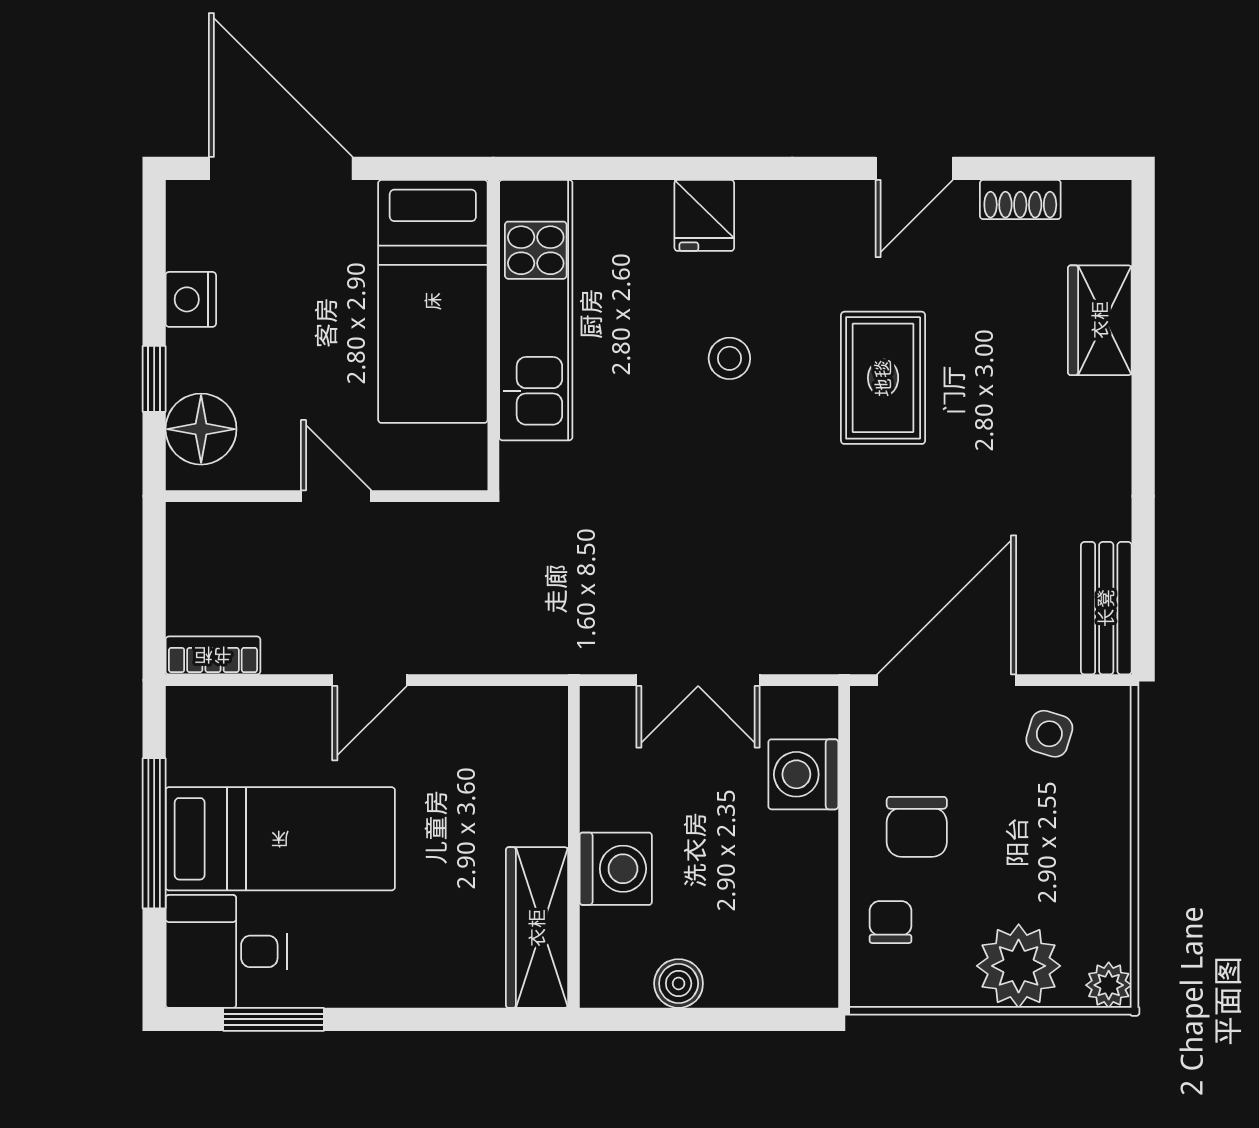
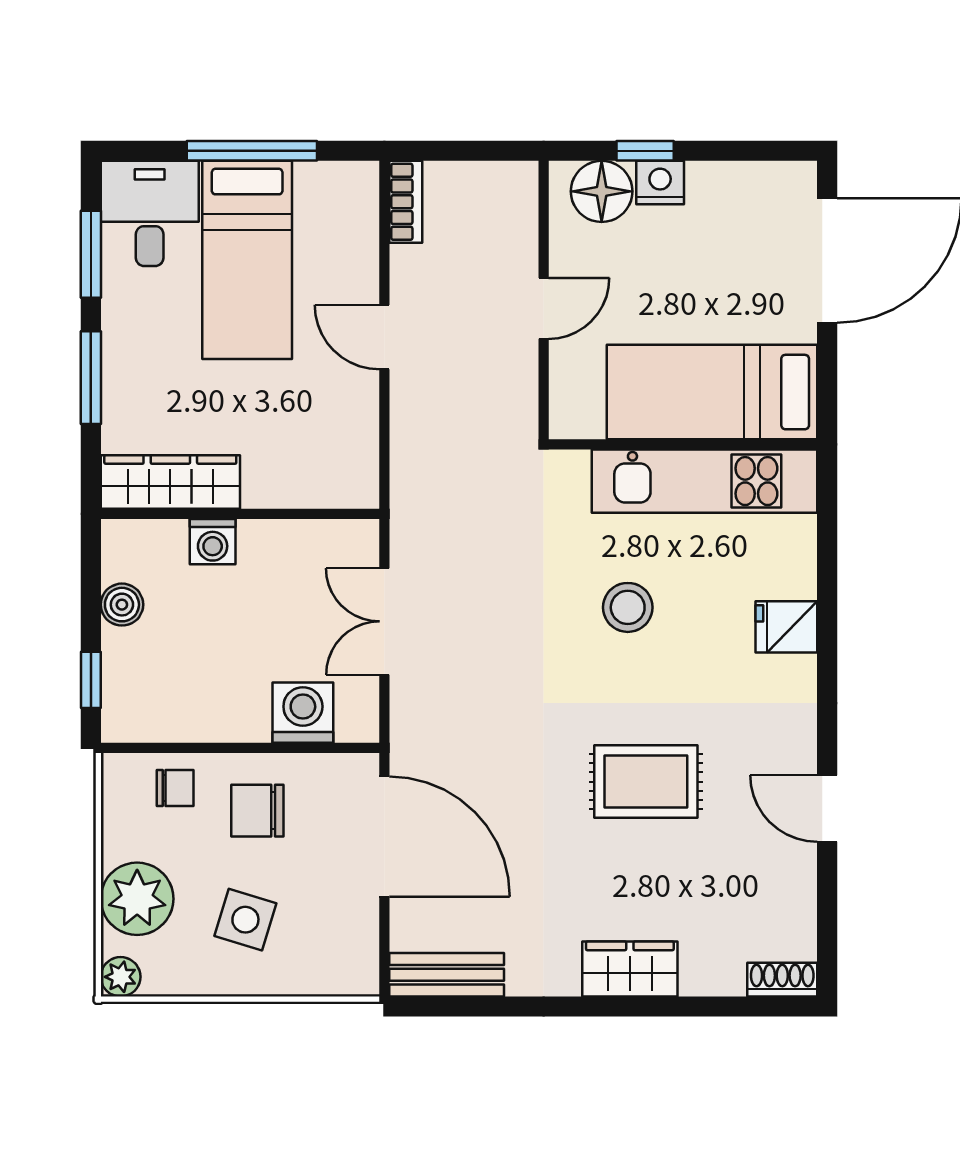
shoe rack: (1020, 200) -> (782, 980), moved, turned 90
nightstand: (191, 299) -> (660, 183), moved
wardrobe: (1100, 320) -> (630, 969), moved
stool: (729, 358) -> (628, 607), moved, width x1.37, depth x1.37
side table: (1049, 734) -> (245, 920), moved, width x1.37, depth x1.37
washing machine: (616, 869) -> (213, 542), width x0.73, depth x0.73
window: (416, 1019) -> (91, 378), added
window: (765, 1019) -> (91, 680), added

